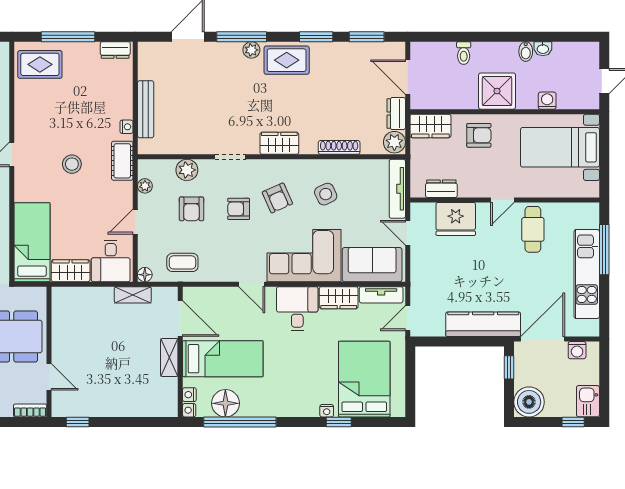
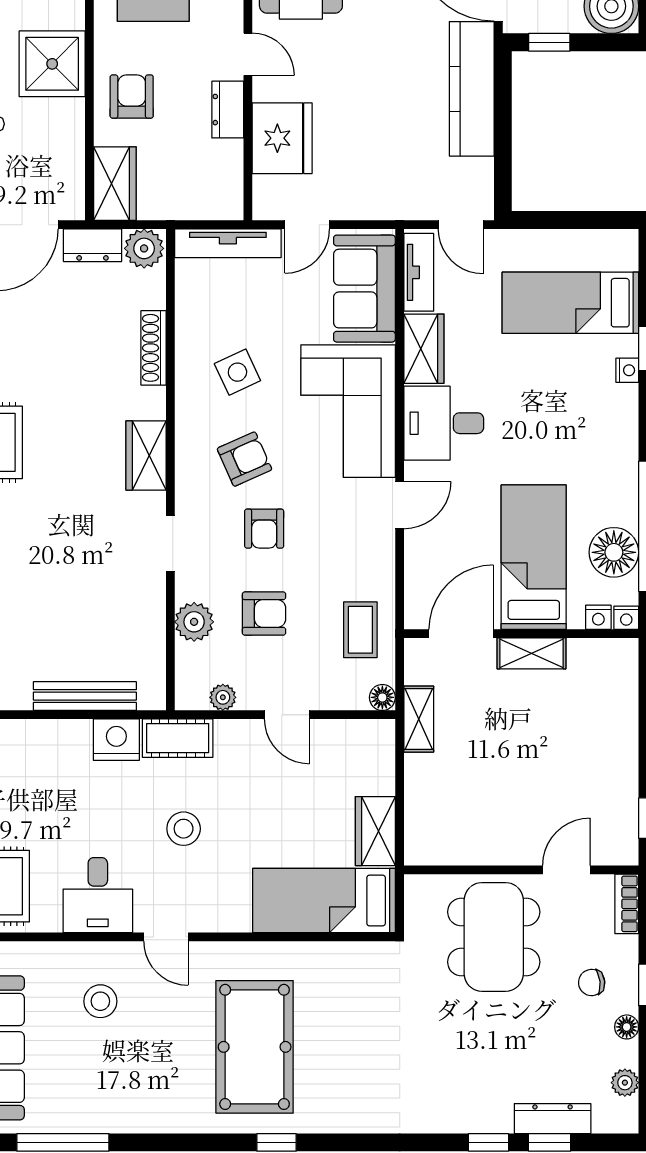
nightstand: (126, 127) -> (116, 740), width x1.89, depth x1.79
dresser: (441, 189) -> (228, 110), moved
desk: (111, 261) -> (98, 895), moved, turned 90
bed: (364, 379) -> (570, 303), width x0.67

